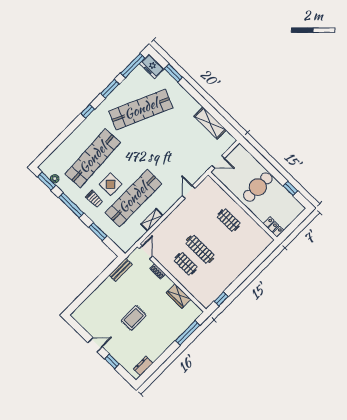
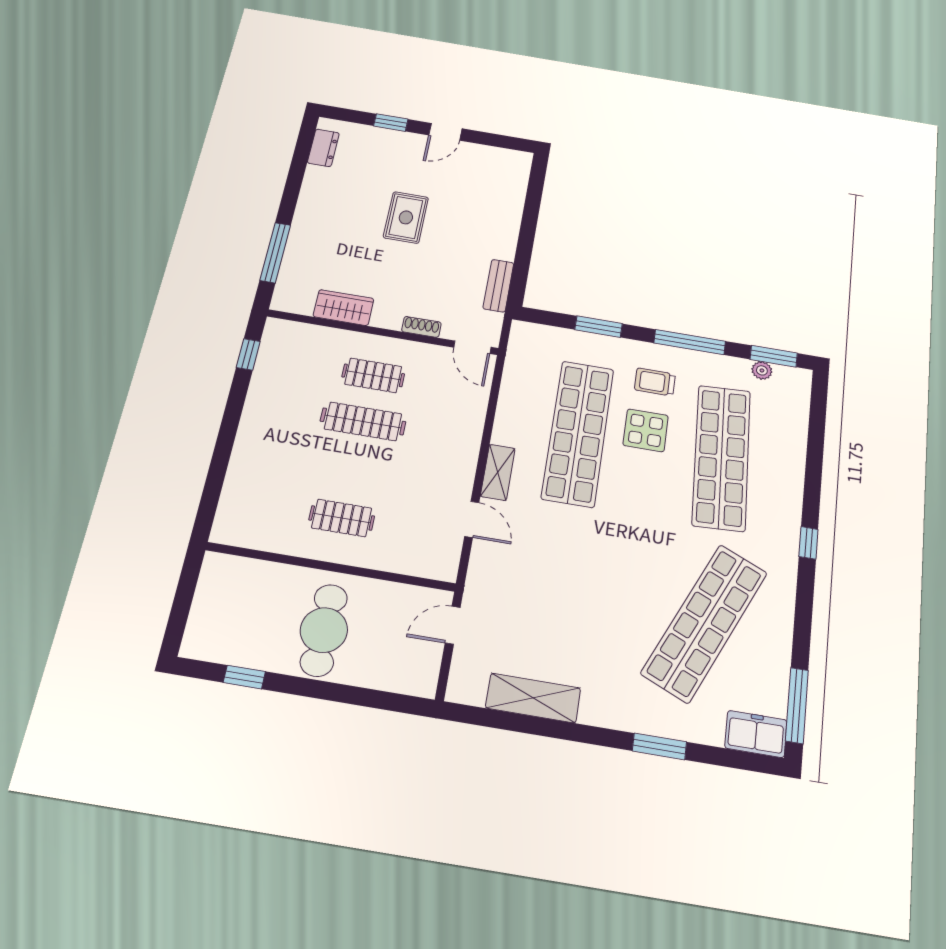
window: (173, 73) -> (659, 746), moved
window: (110, 89) -> (803, 621), removed
shelving: (152, 220) -> (498, 472), moved
locker: (273, 227) -> (229, 567), removed

